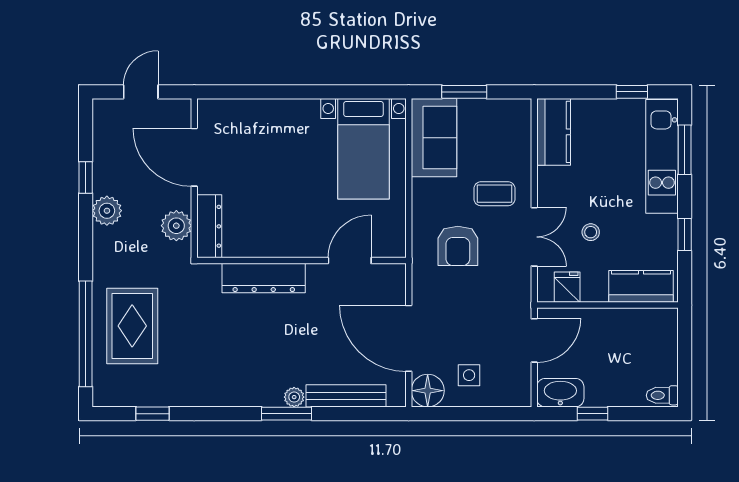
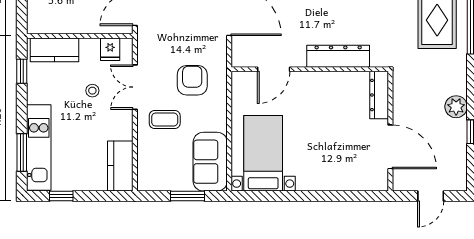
plant: (176, 226) -> (404, 95), removed
window: (685, 235) -> (22, 71), moved

